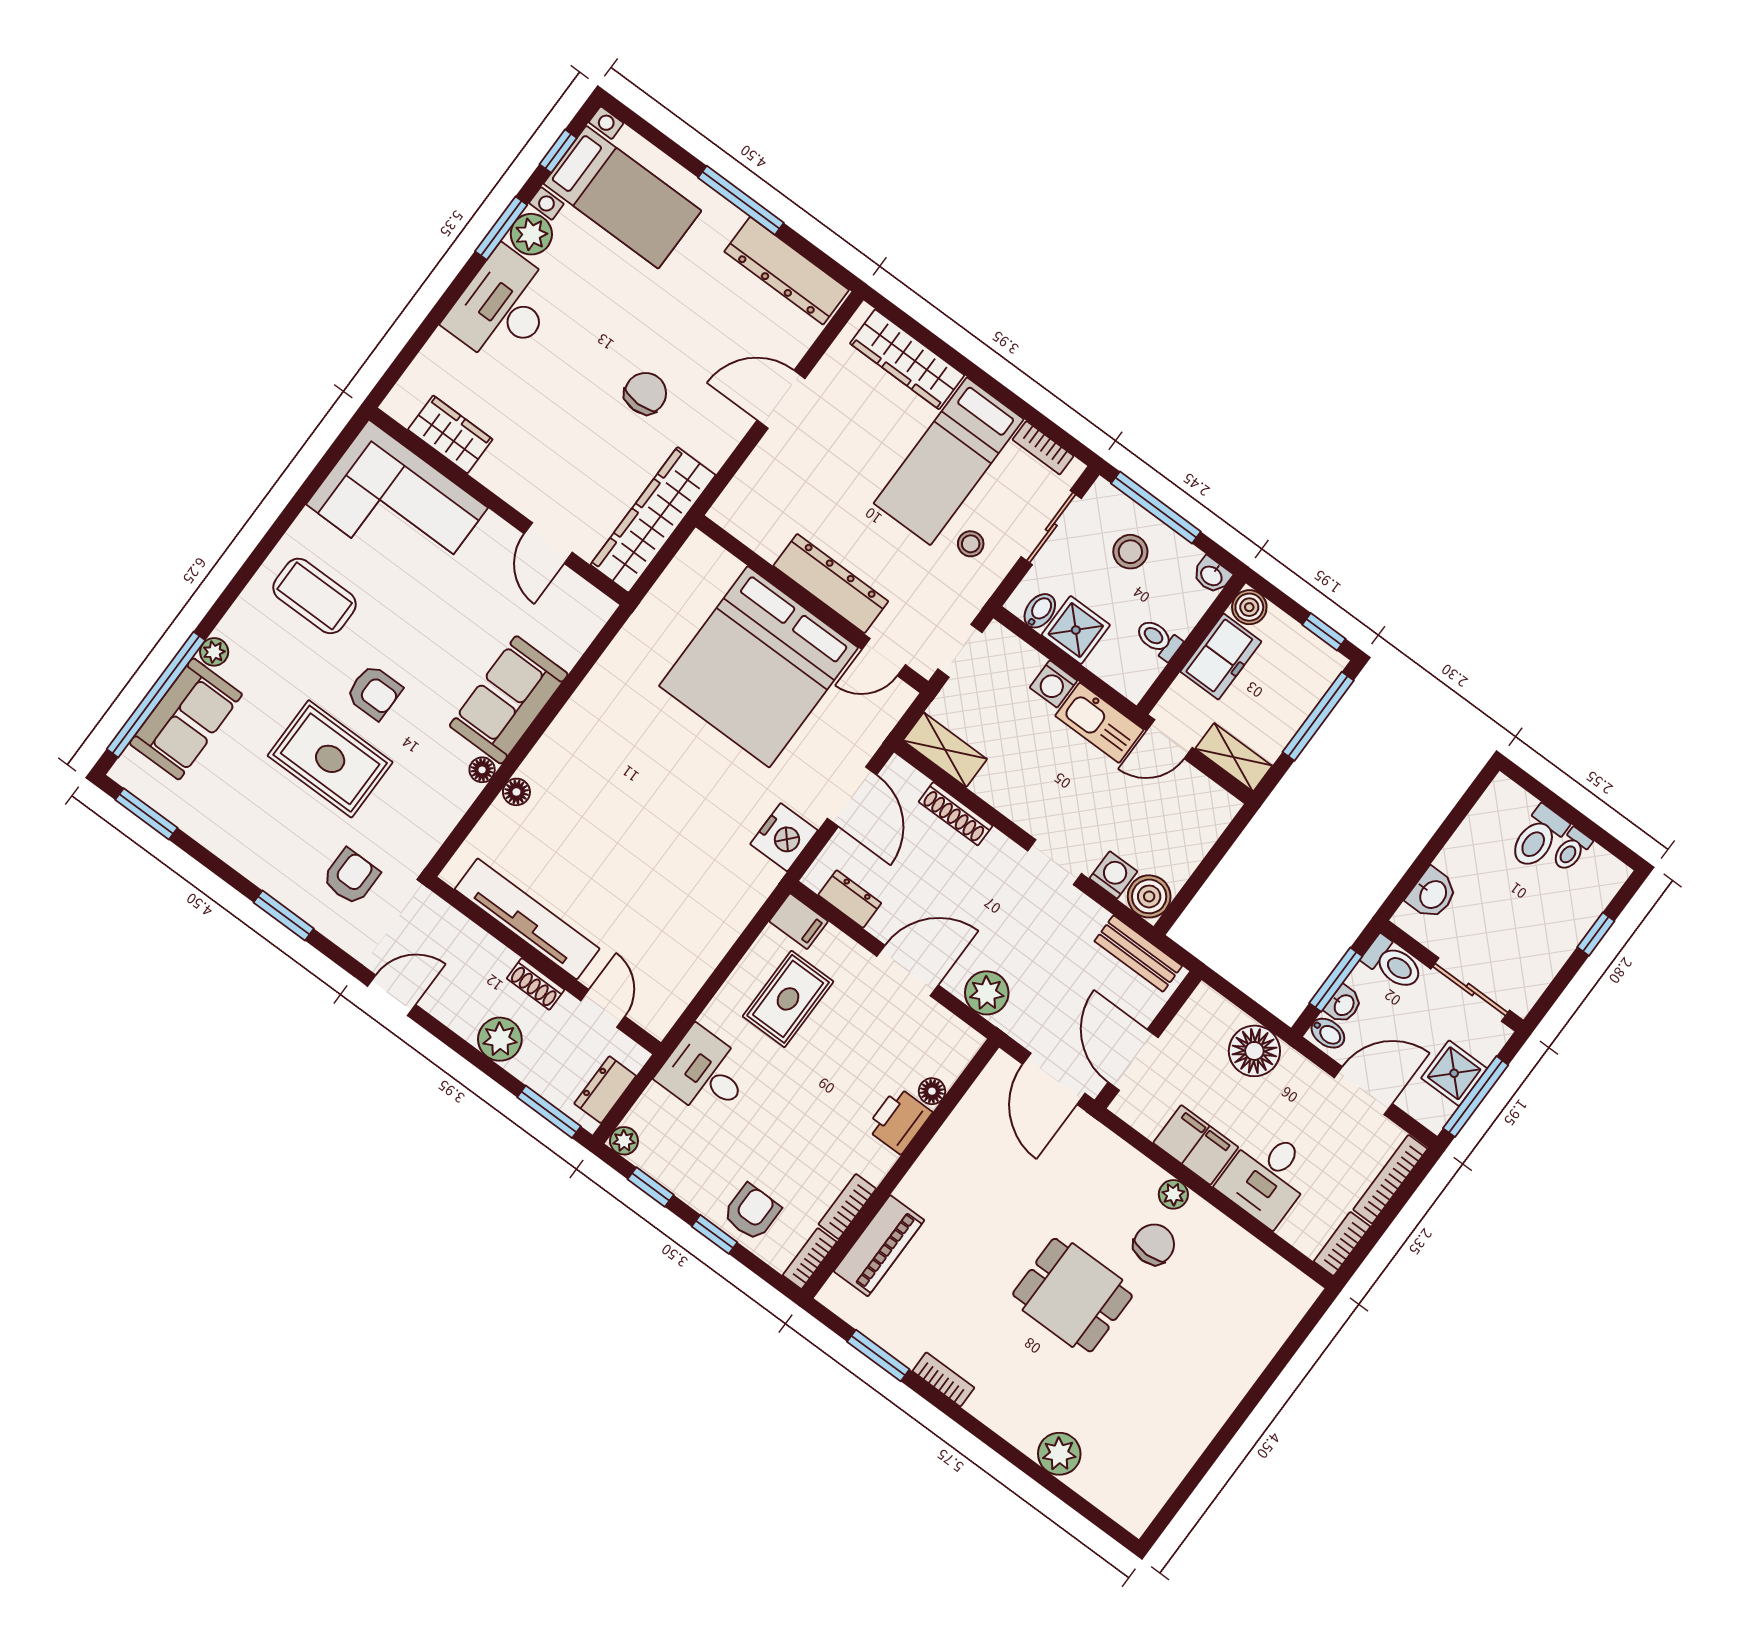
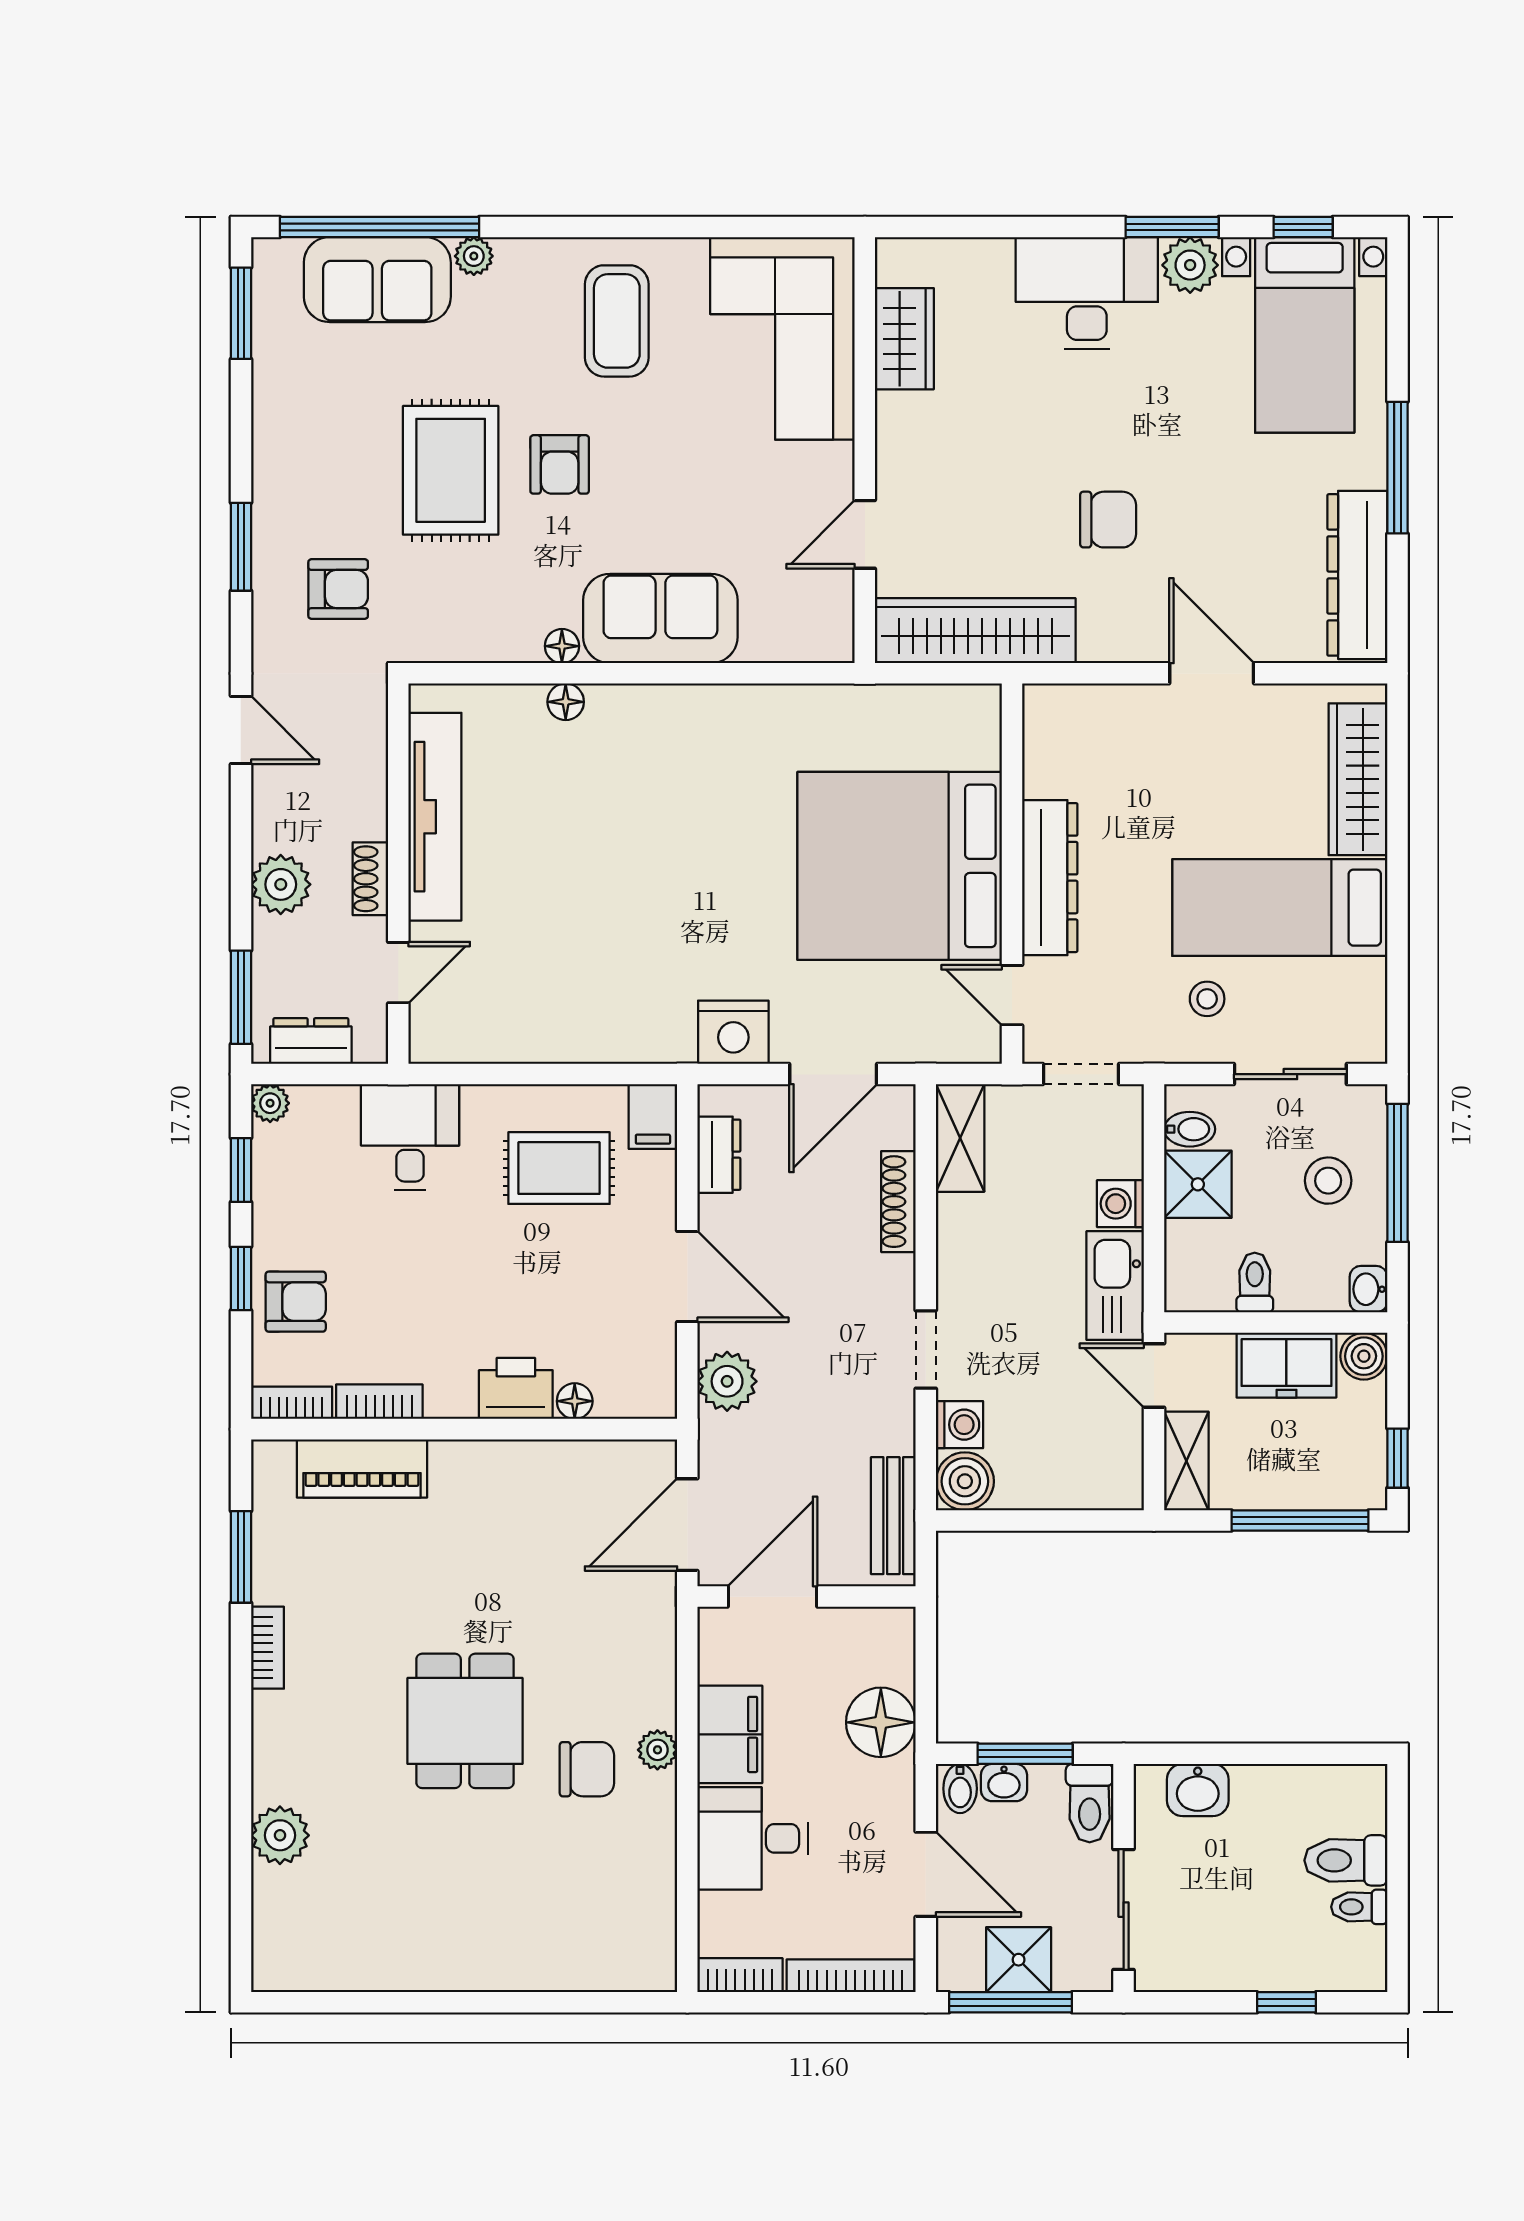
bookcase: (1043, 448) -> (1371, 1000), removed

